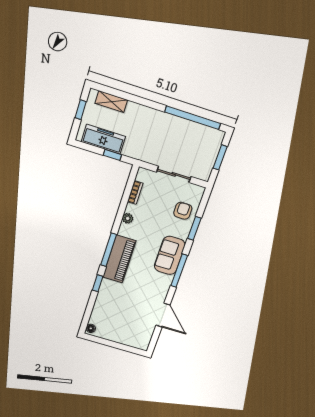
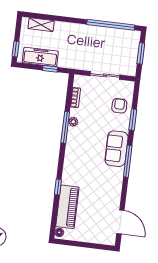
window: (81, 110) -> (16, 49), moved
window: (109, 250) -> (65, 127), moved
piano: (119, 259) -> (67, 207), moved
door: (163, 315) -> (120, 222), moved

